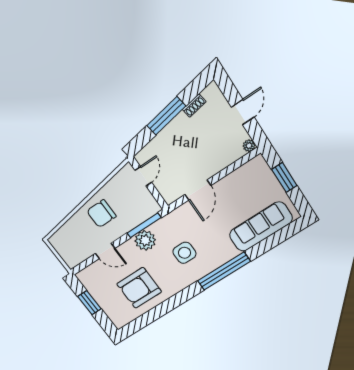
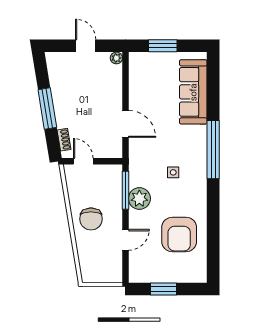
shoe rack: (194, 106) -> (64, 140), moved
side table: (184, 253) -> (173, 172), width x0.54, depth x0.54

